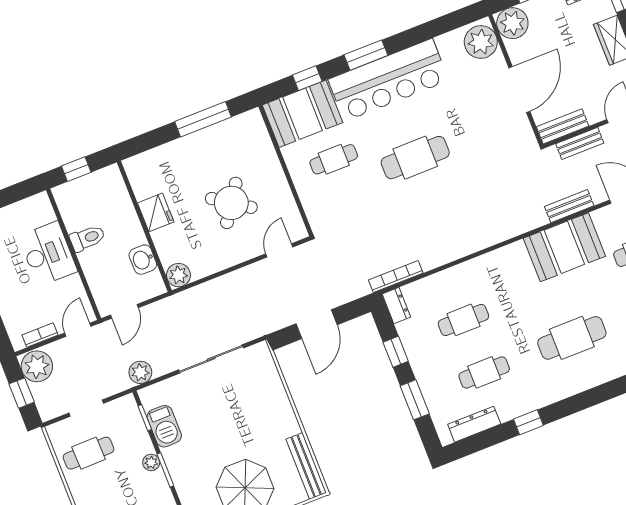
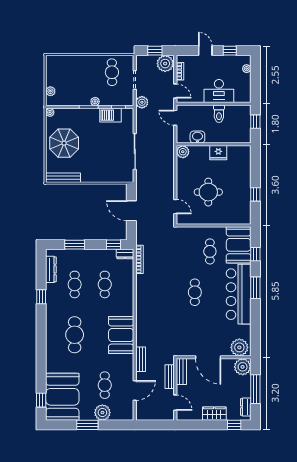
window: (203, 119) -> (255, 194), width x0.46
cafe table: (415, 158) -> (195, 292), width x0.73, depth x0.74
round table: (231, 203) -> (208, 192), turned -34
booth: (564, 247) -> (121, 335), moved
window: (396, 352) -> (114, 245), moved
plant: (140, 372) -> (142, 102), moved

